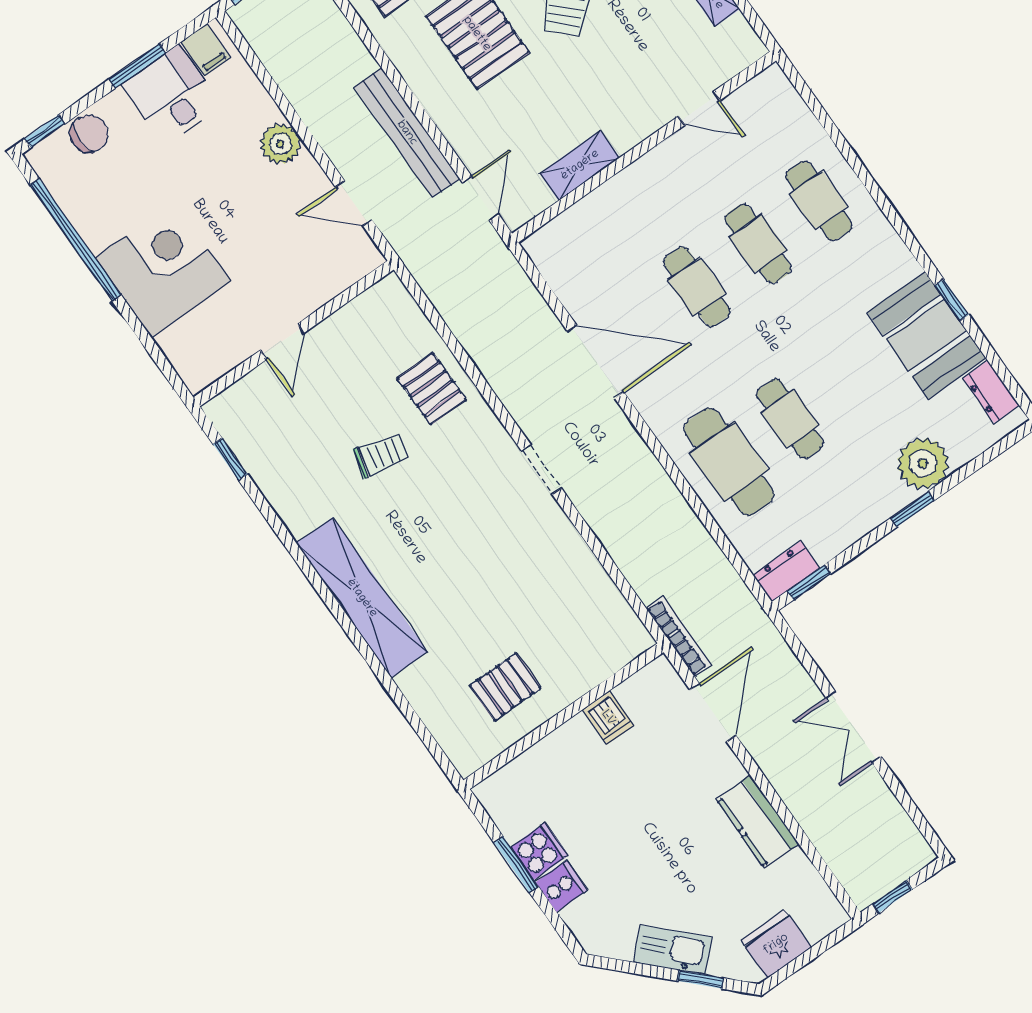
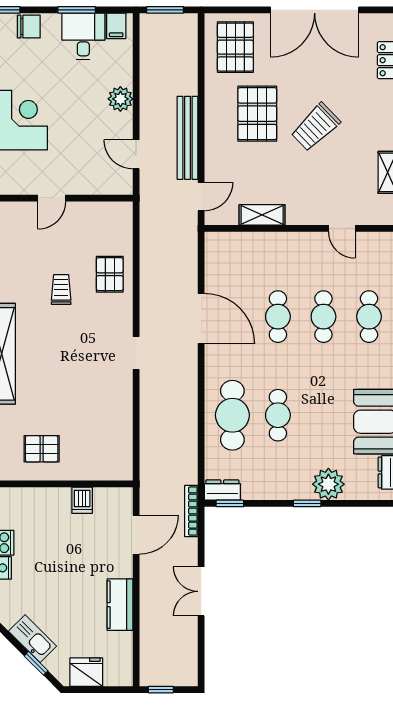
trolley: (381, 455) -> (61, 289), turned -104
bookcase: (679, 636) -> (191, 511), moved, turned 180

